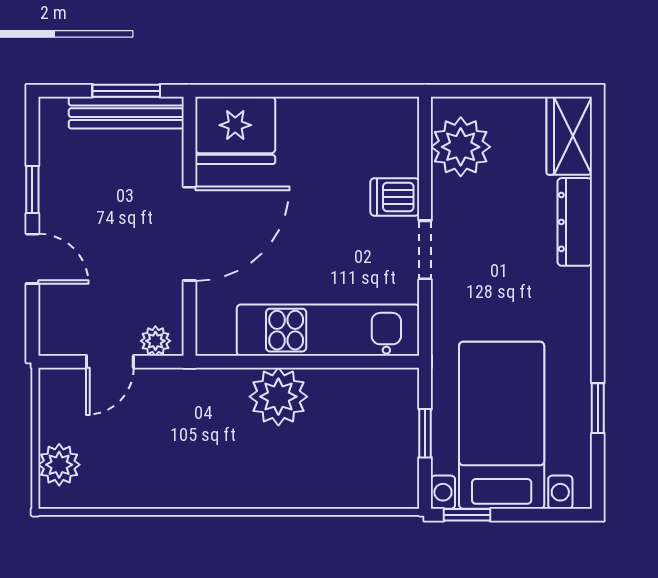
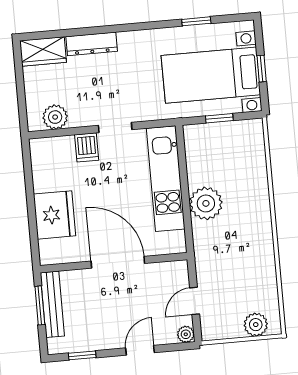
fridge: (235, 130) -> (54, 215), moved
plant: (461, 147) -> (55, 117), width x0.73, depth x0.73
window: (32, 190) -> (82, 355), moved
plant: (155, 341) -> (186, 334), moved
door: (110, 362) -> (195, 301), swing flipped
window: (467, 515) -> (262, 69), moved

